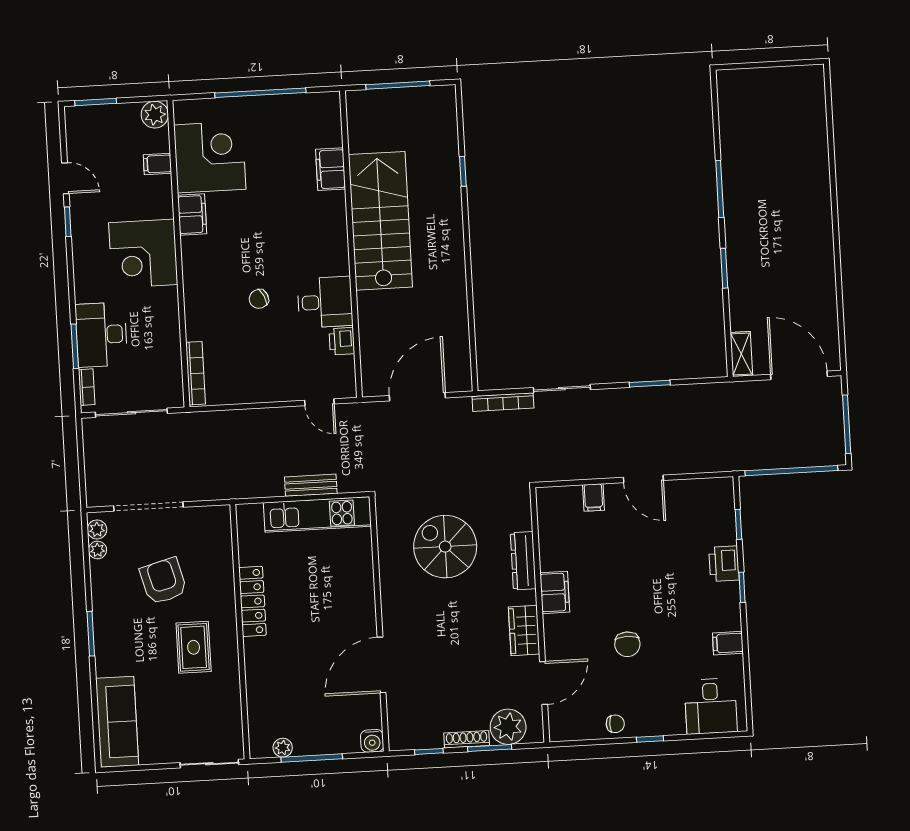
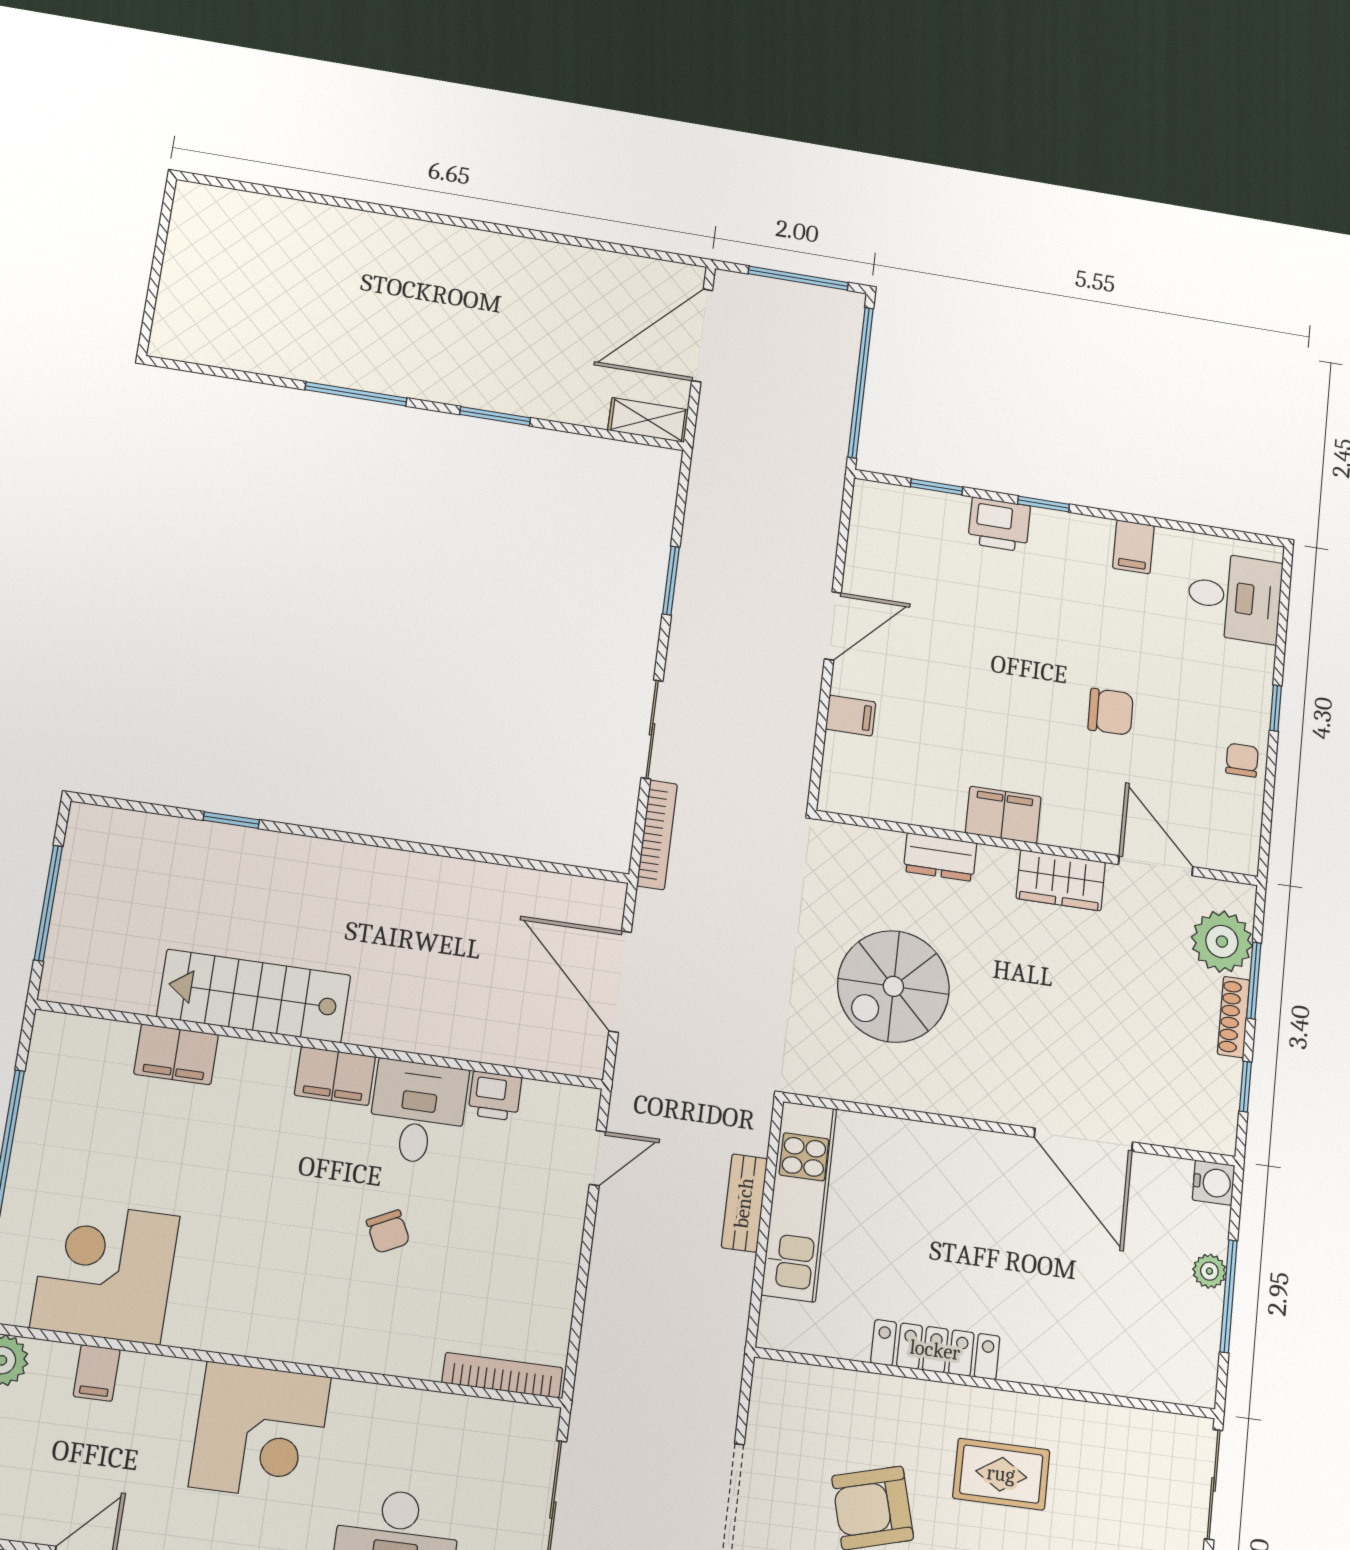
filing cabinet: (192, 214) -> (335, 1076), moved, turned 180
stairs: (380, 221) -> (254, 996), width x0.73, depth x0.66
dresser: (523, 561) -> (940, 857), width x0.70
plant: (283, 748) -> (1209, 1271), moved

